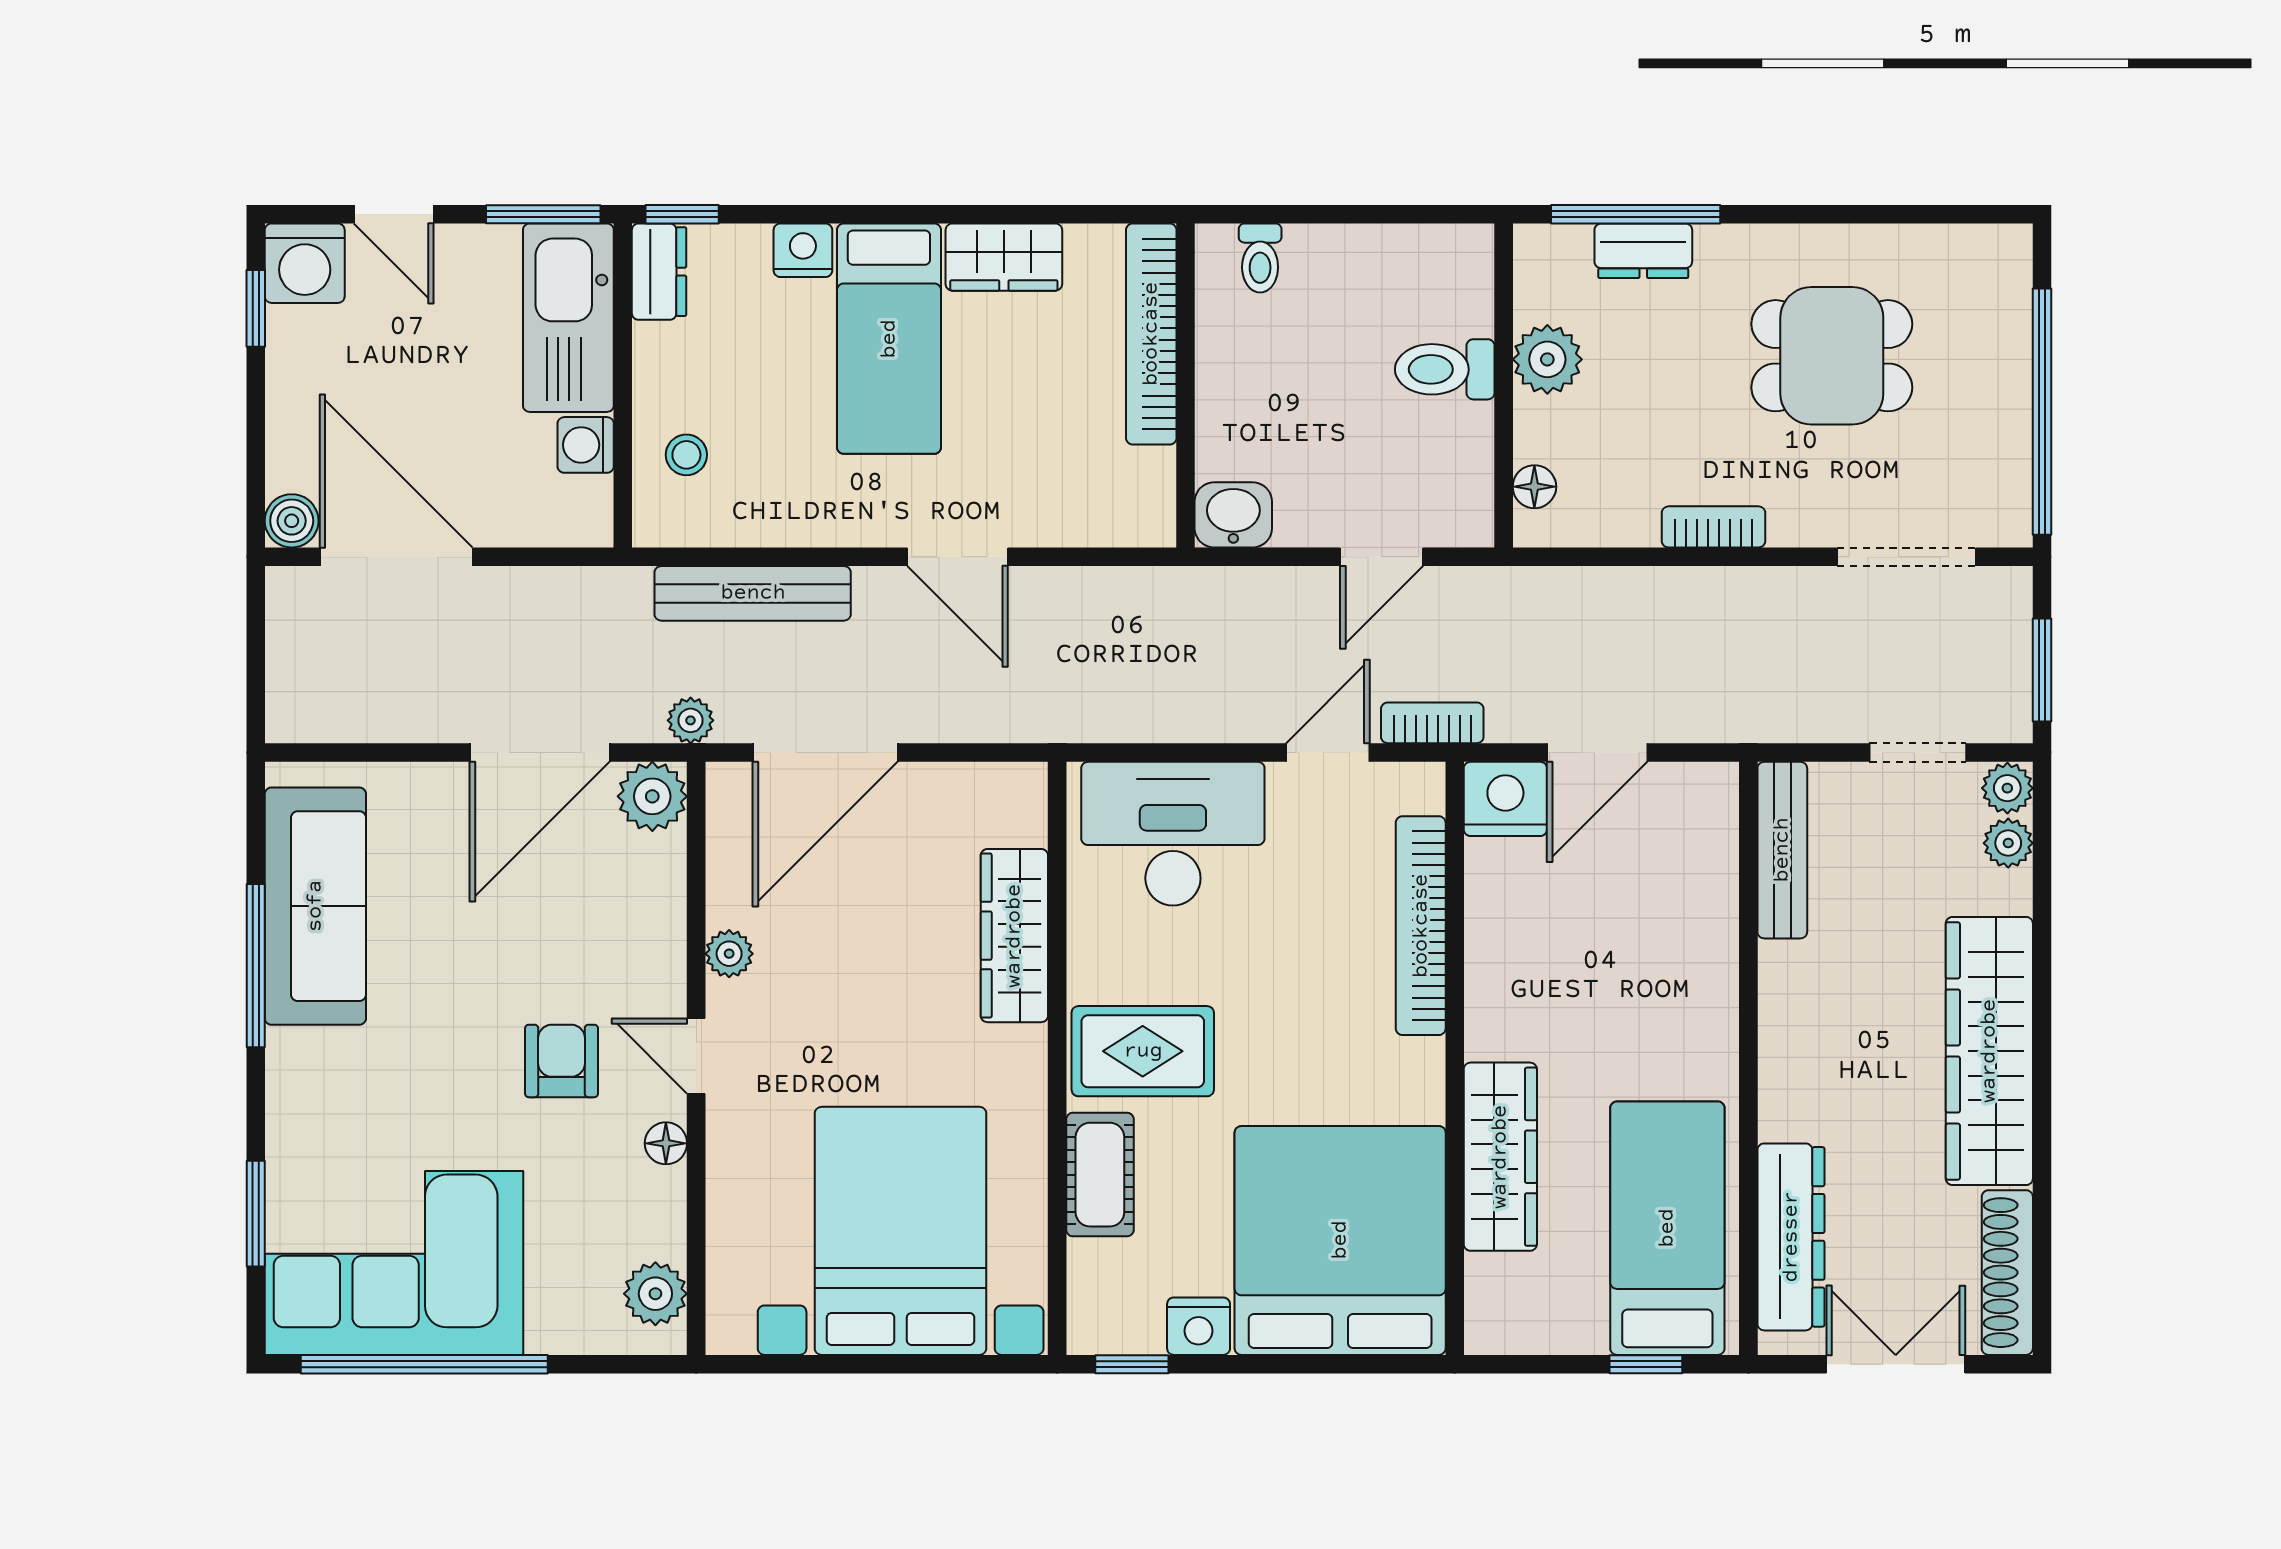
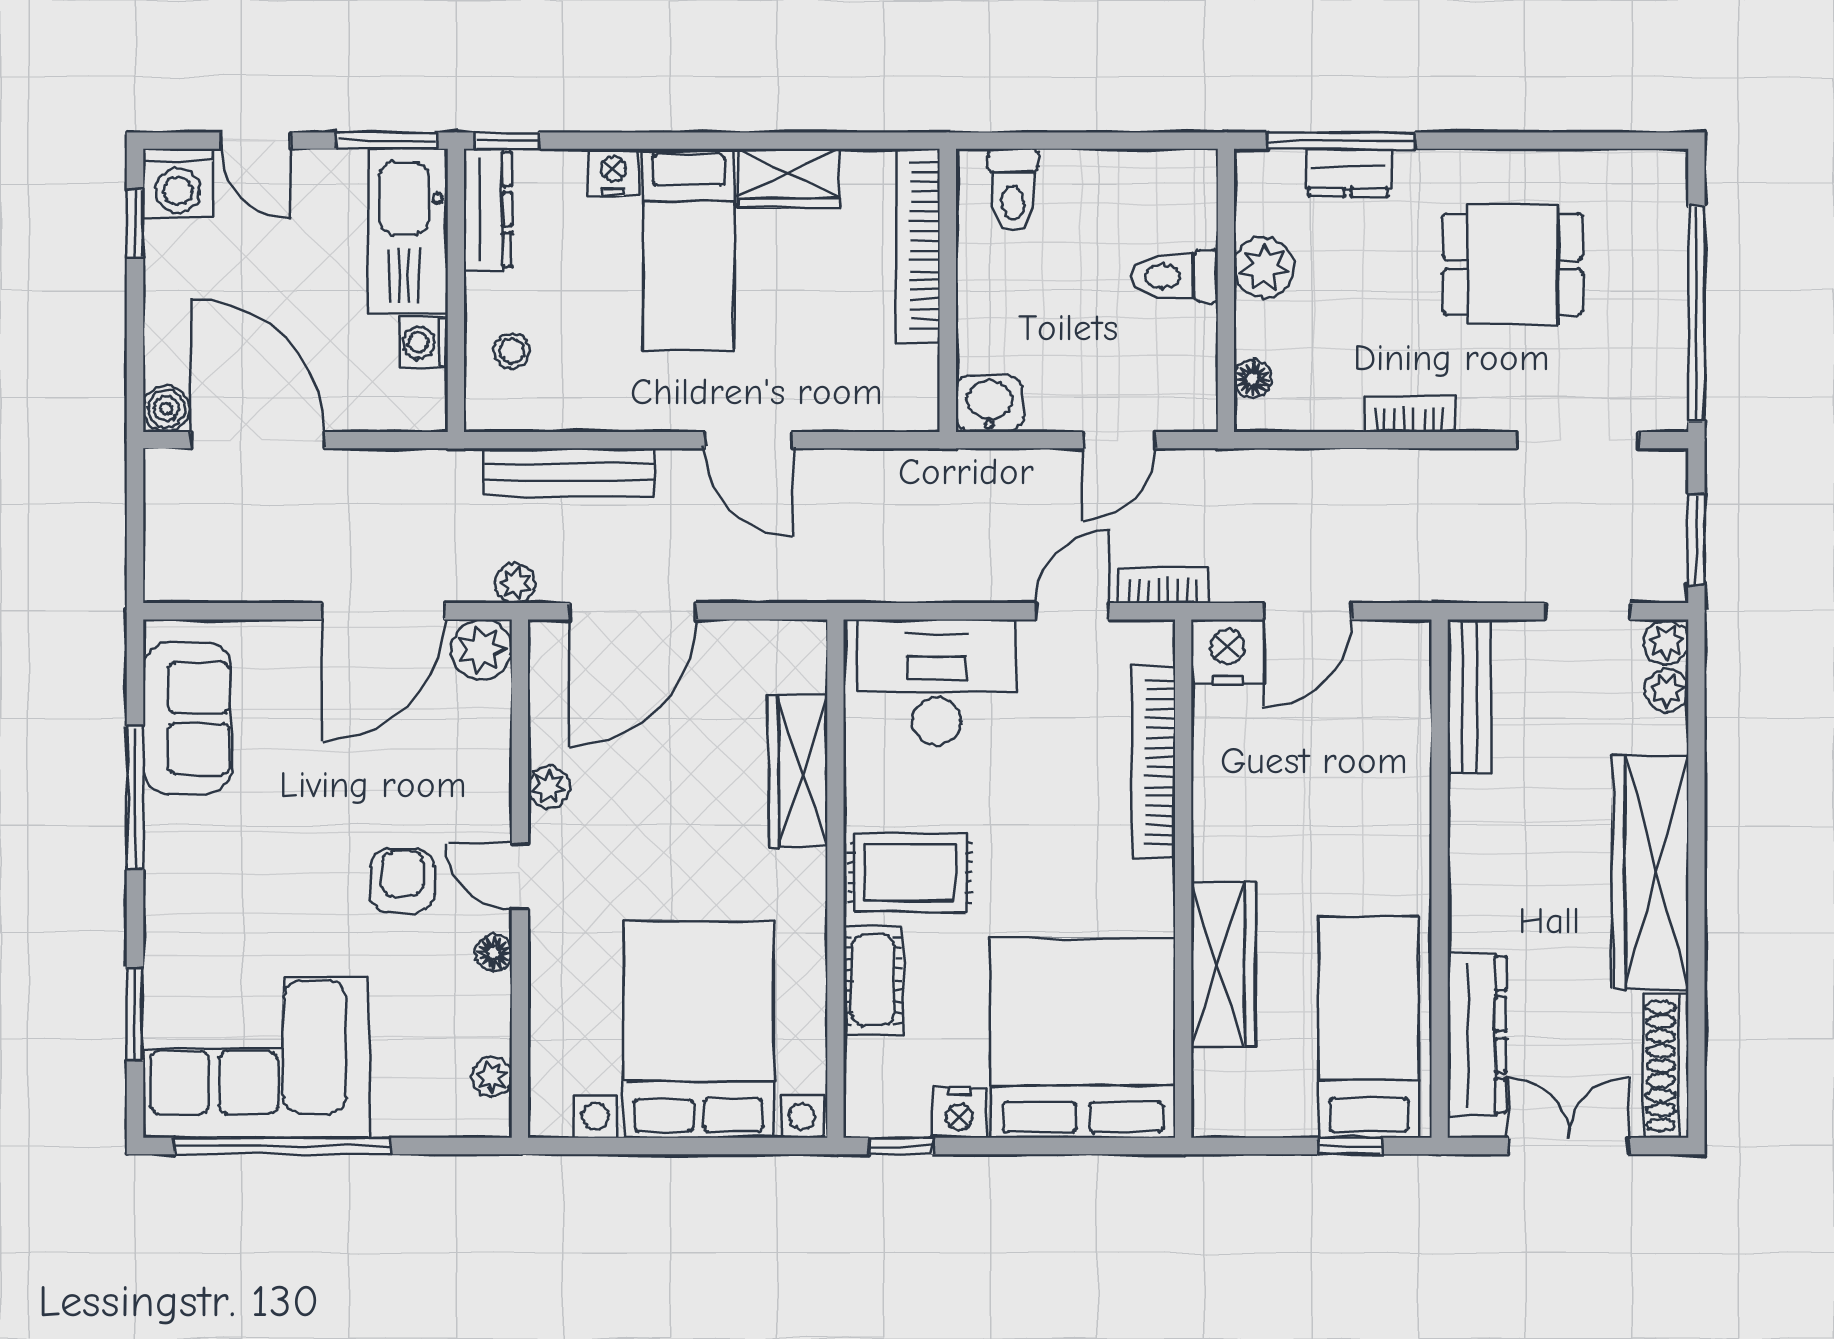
toilet: (1260, 258) -> (1013, 191), width x1.37, depth x1.39
dresser: (659, 272) -> (488, 209), width x1.44
sofa: (315, 906) -> (187, 718), width x0.73
plant: (655, 1294) -> (492, 1077), width x0.73, depth x0.73

